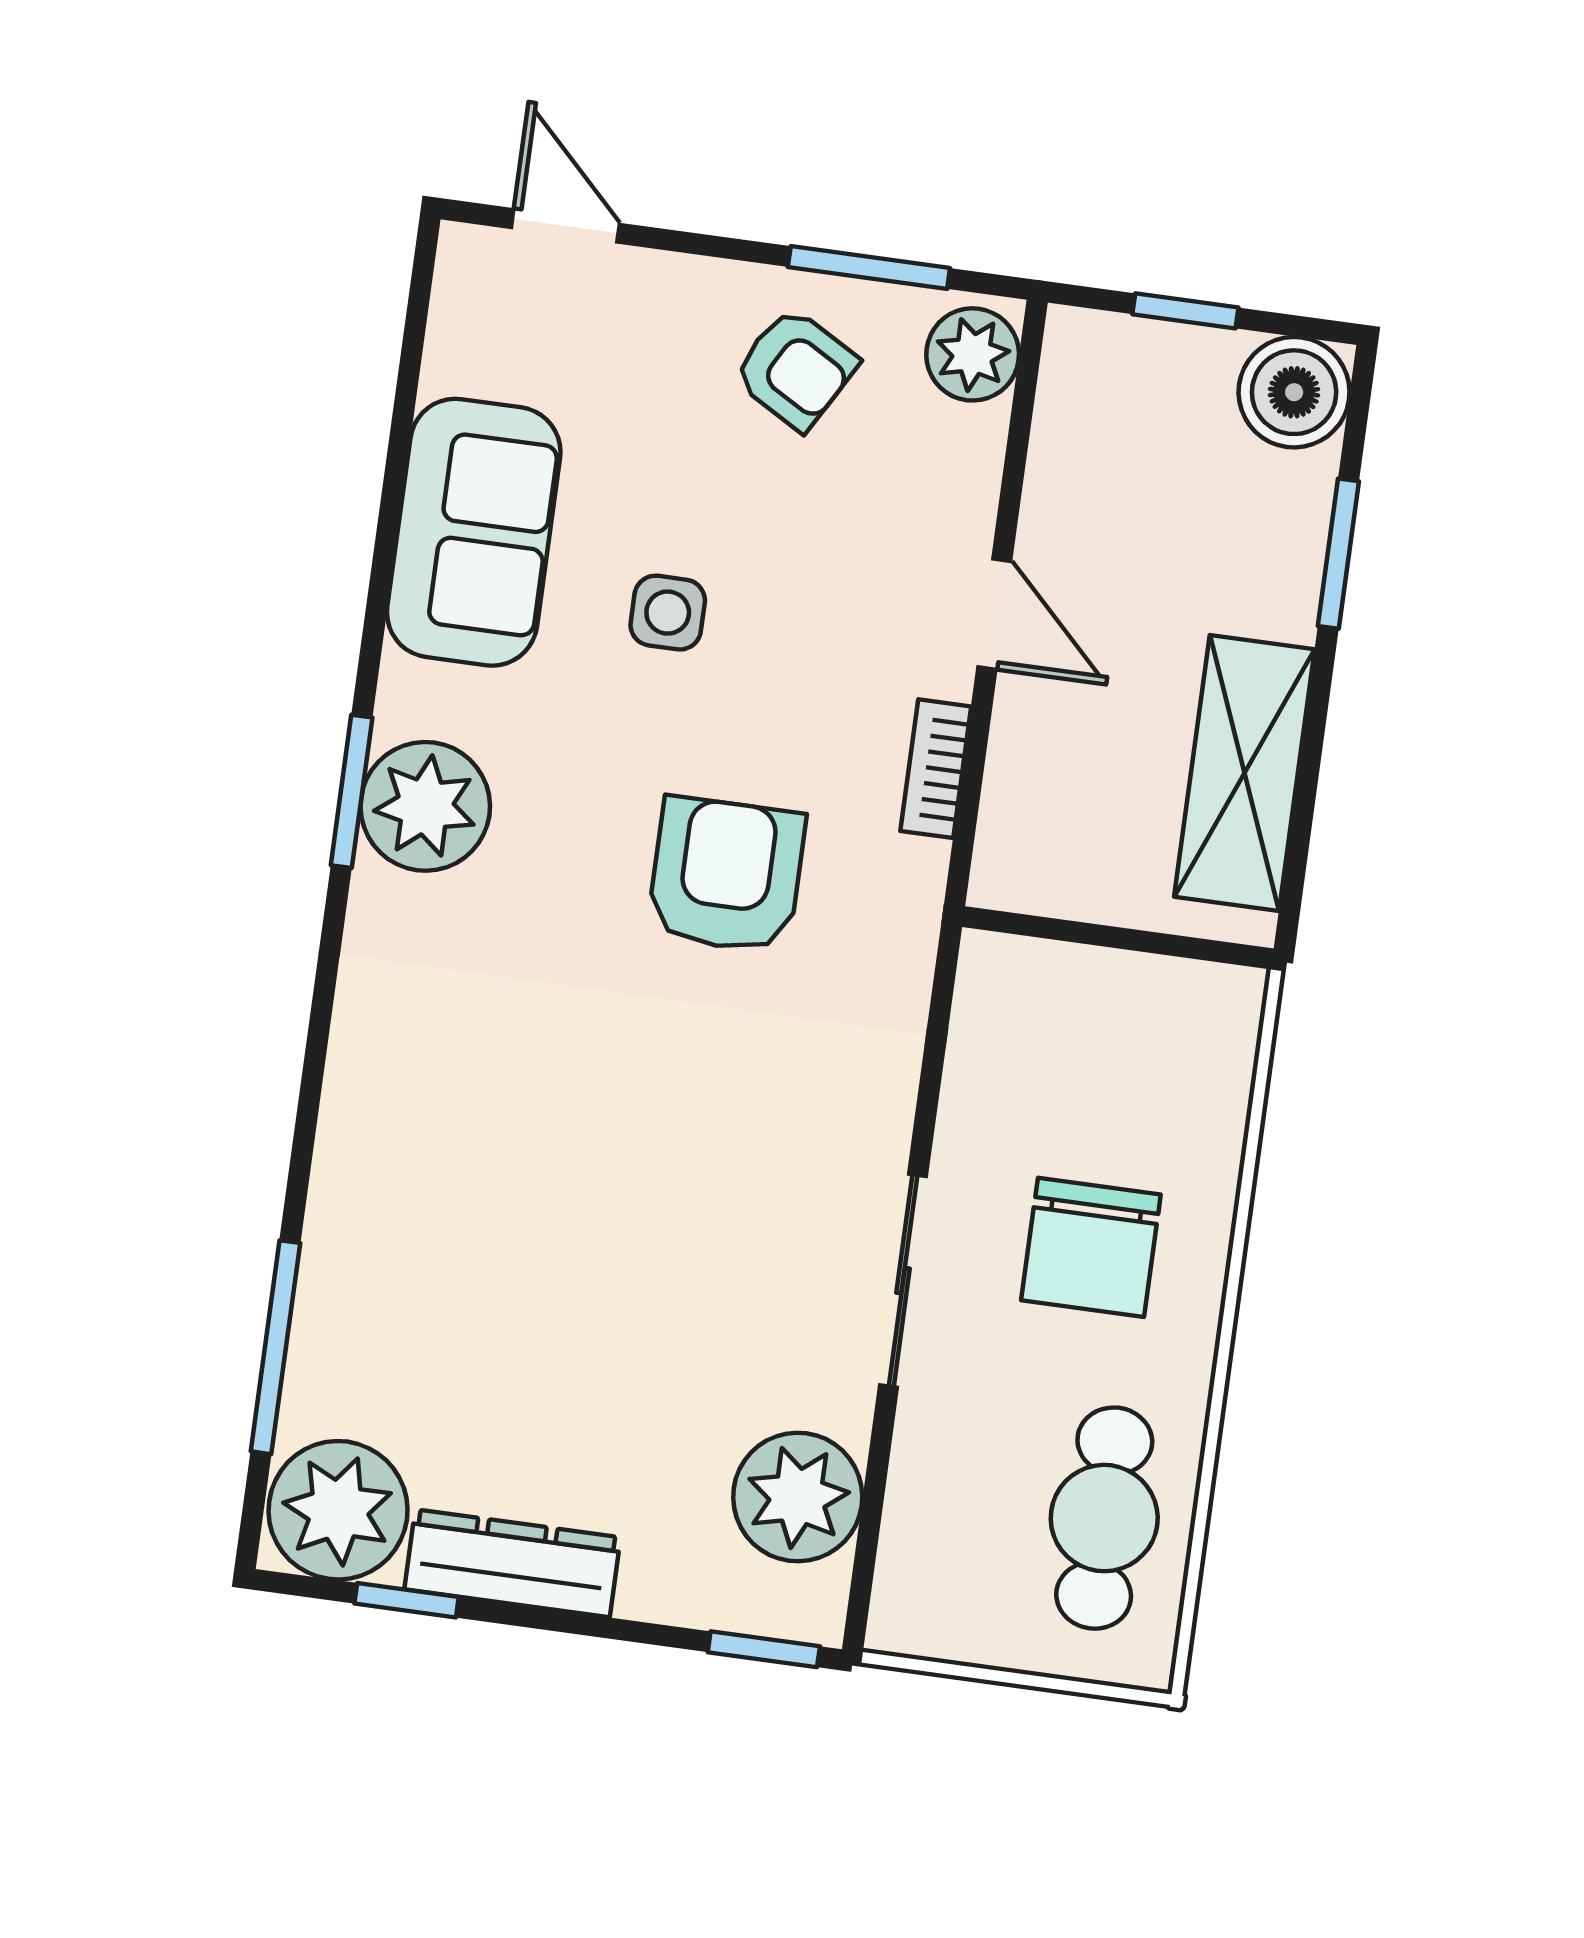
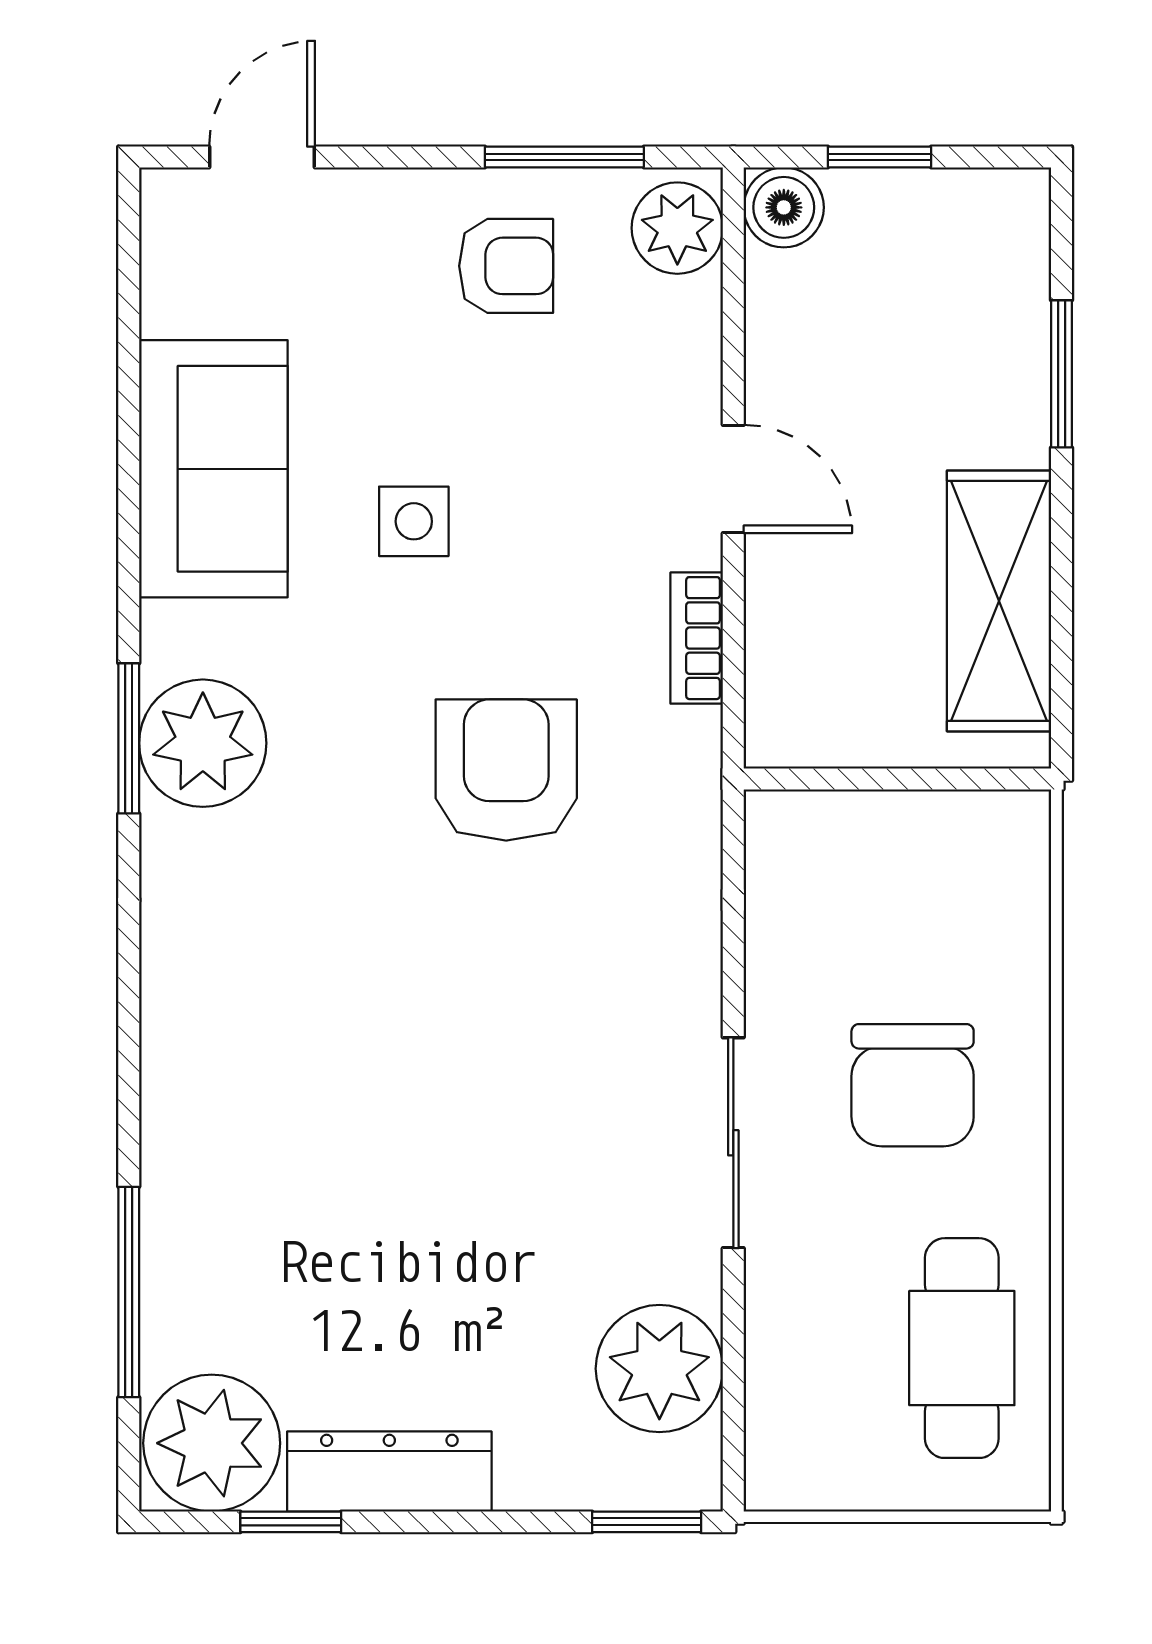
door: (565, 226) -> (262, 157), hinge flipped
armchair: (796, 369) -> (506, 266), turned -30
boiler: (1294, 392) -> (784, 207), moved, width x0.73, depth x0.73

